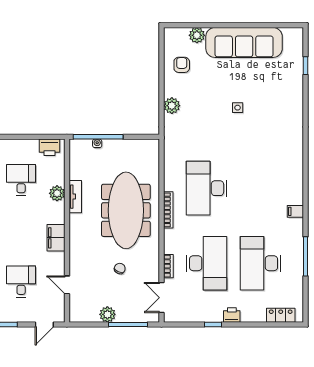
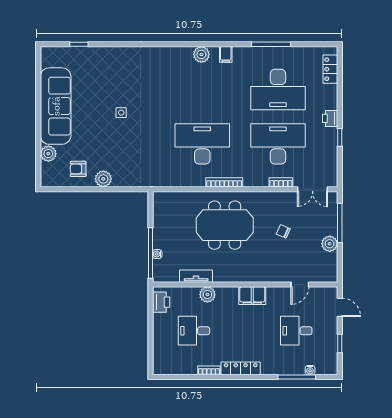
plant: (172, 106) -> (103, 179), moved
plant: (295, 187) -> (201, 54), added
desk: (207, 188) -> (202, 144), turned 180
tv unit: (75, 197) -> (196, 276), moved
meeting table: (126, 210) -> (225, 225), width x0.73

